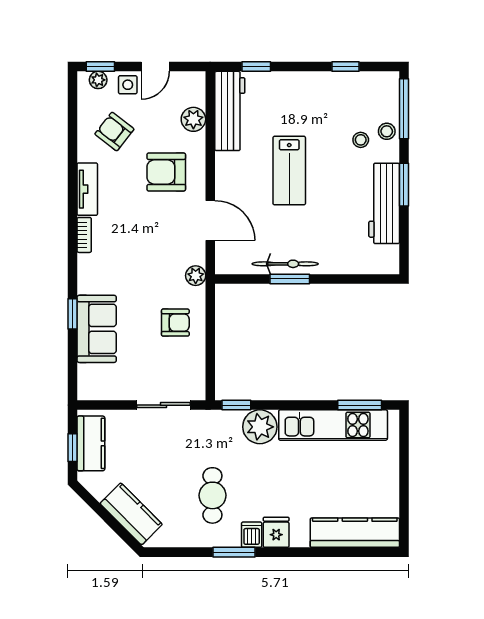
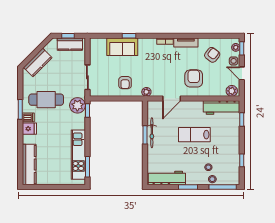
plant: (193, 119) -> (232, 91), moved
workbench: (384, 203) -> (167, 178), moved
plant: (260, 427) -> (77, 105), moved
cafe table: (212, 495) -> (46, 100), width x1.37, depth x1.35

